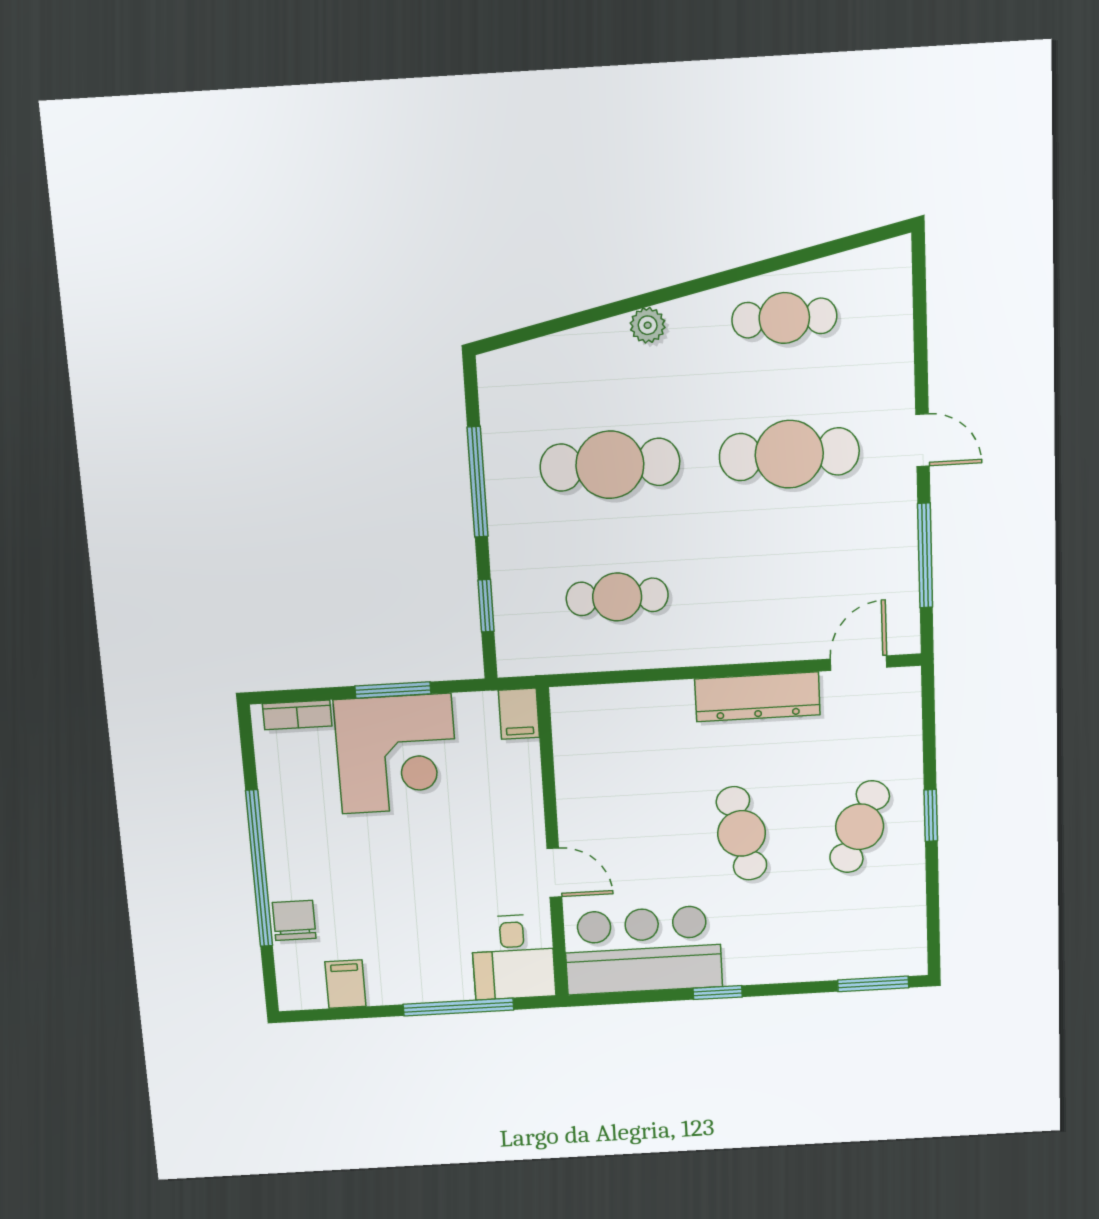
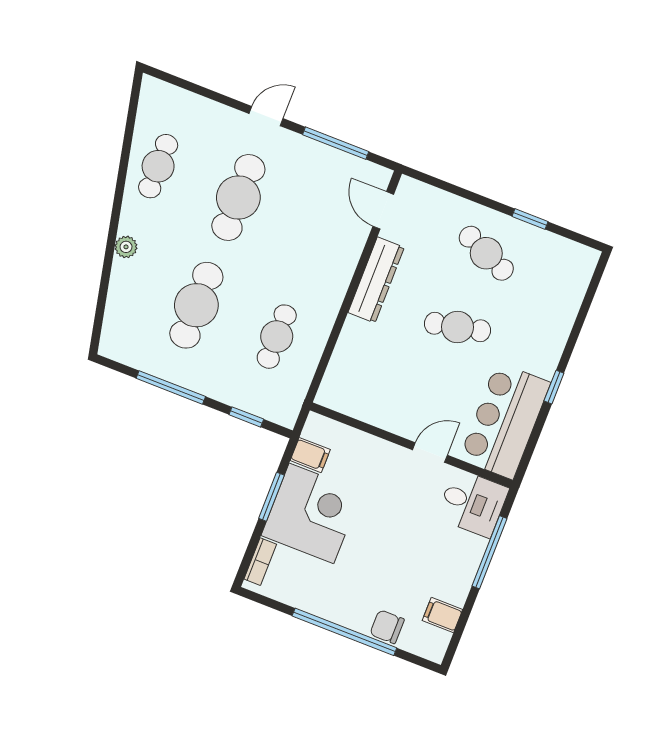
filing cabinet: (519, 714) -> (310, 455), moved
window: (931, 815) -> (530, 219), moved
window: (873, 984) -> (592, 288), removed

